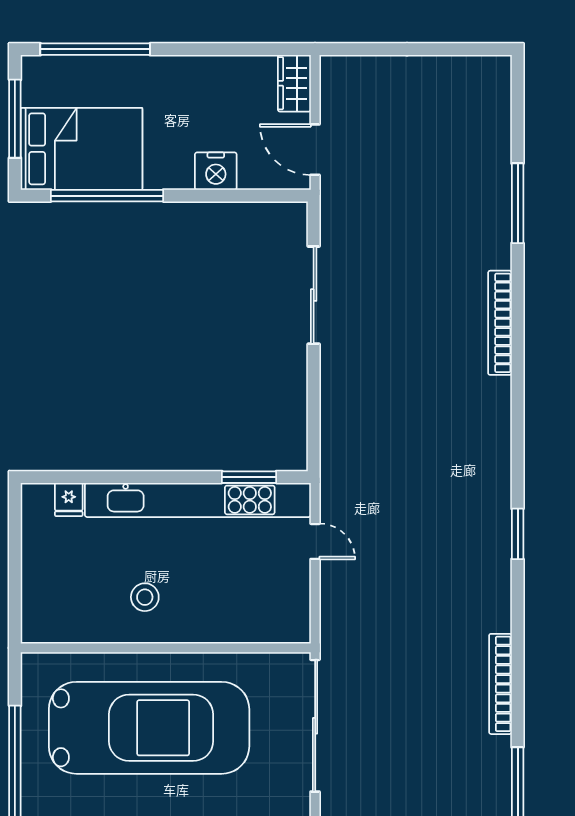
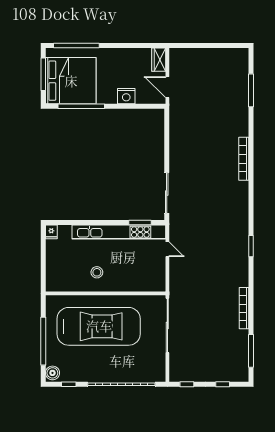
bed: (82, 149) -> (71, 81), width x1.36
window: (518, 203) -> (251, 90), moved
sliding door: (314, 295) -> (167, 193), moved
fridge: (69, 499) -> (51, 232), moved

